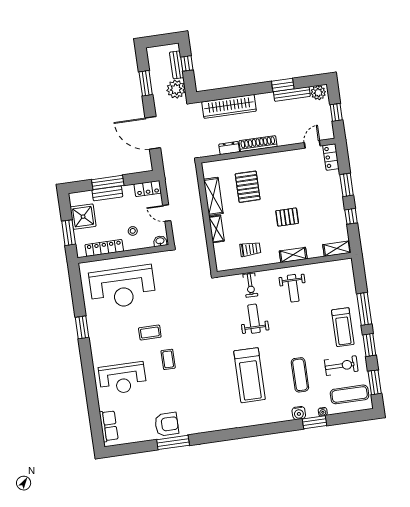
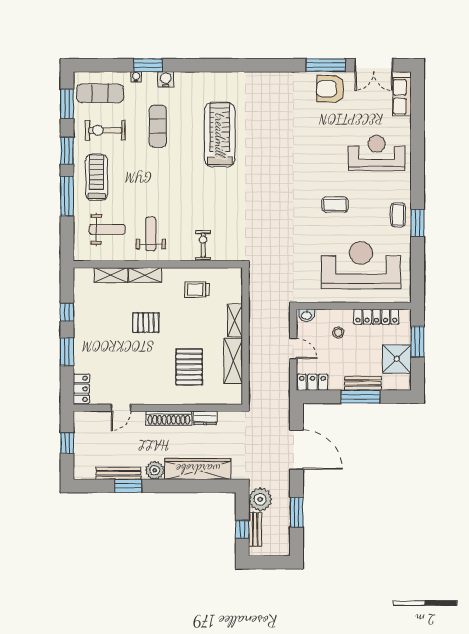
plant: (318, 93) -> (155, 470), moved
door: (312, 144) -> (121, 408), moved
shelving: (337, 249) -> (111, 275), moved
weight bench: (254, 319) -> (107, 229), moved, turned -90
coffee table: (168, 359) -> (398, 215), moved
double door: (135, 448) -> (374, 65), added

